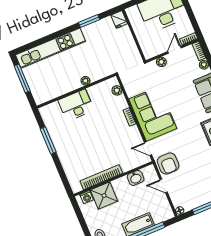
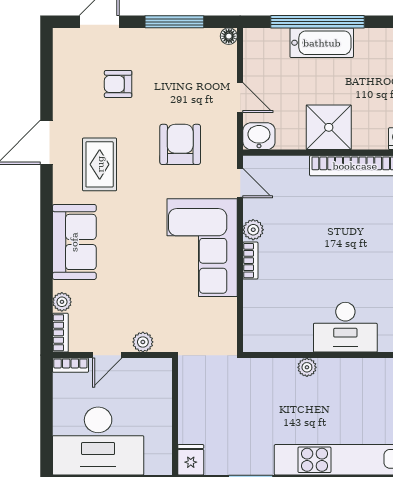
plant: (117, 90) -> (253, 230), moved
armchair: (168, 164) -> (180, 144), moved
washbasin: (136, 178) -> (259, 136), moved
shower: (104, 196) -> (329, 127), moved

